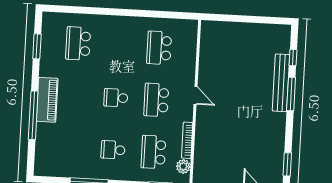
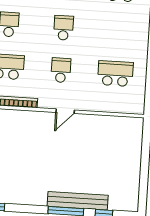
school desk: (156, 100) -> (61, 70), width x0.54

